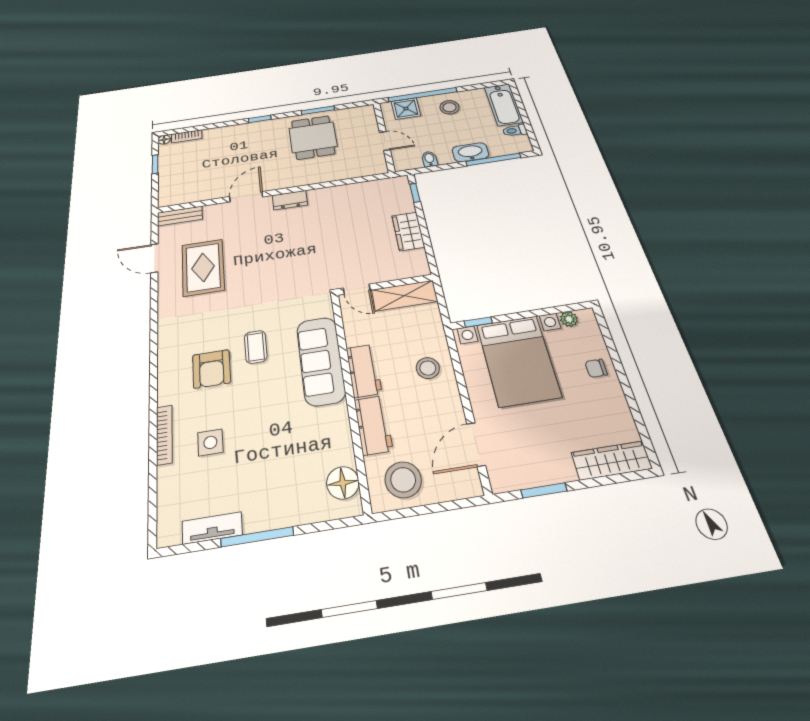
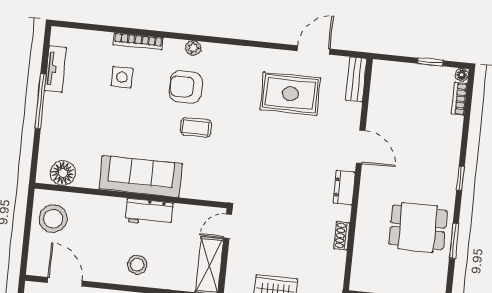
shoe rack: (338, 191) -> (342, 236), added
sofa: (321, 361) -> (141, 176), moved
plant: (166, 372) -> (193, 48), added
workbench: (373, 425) -> (101, 208), removed

